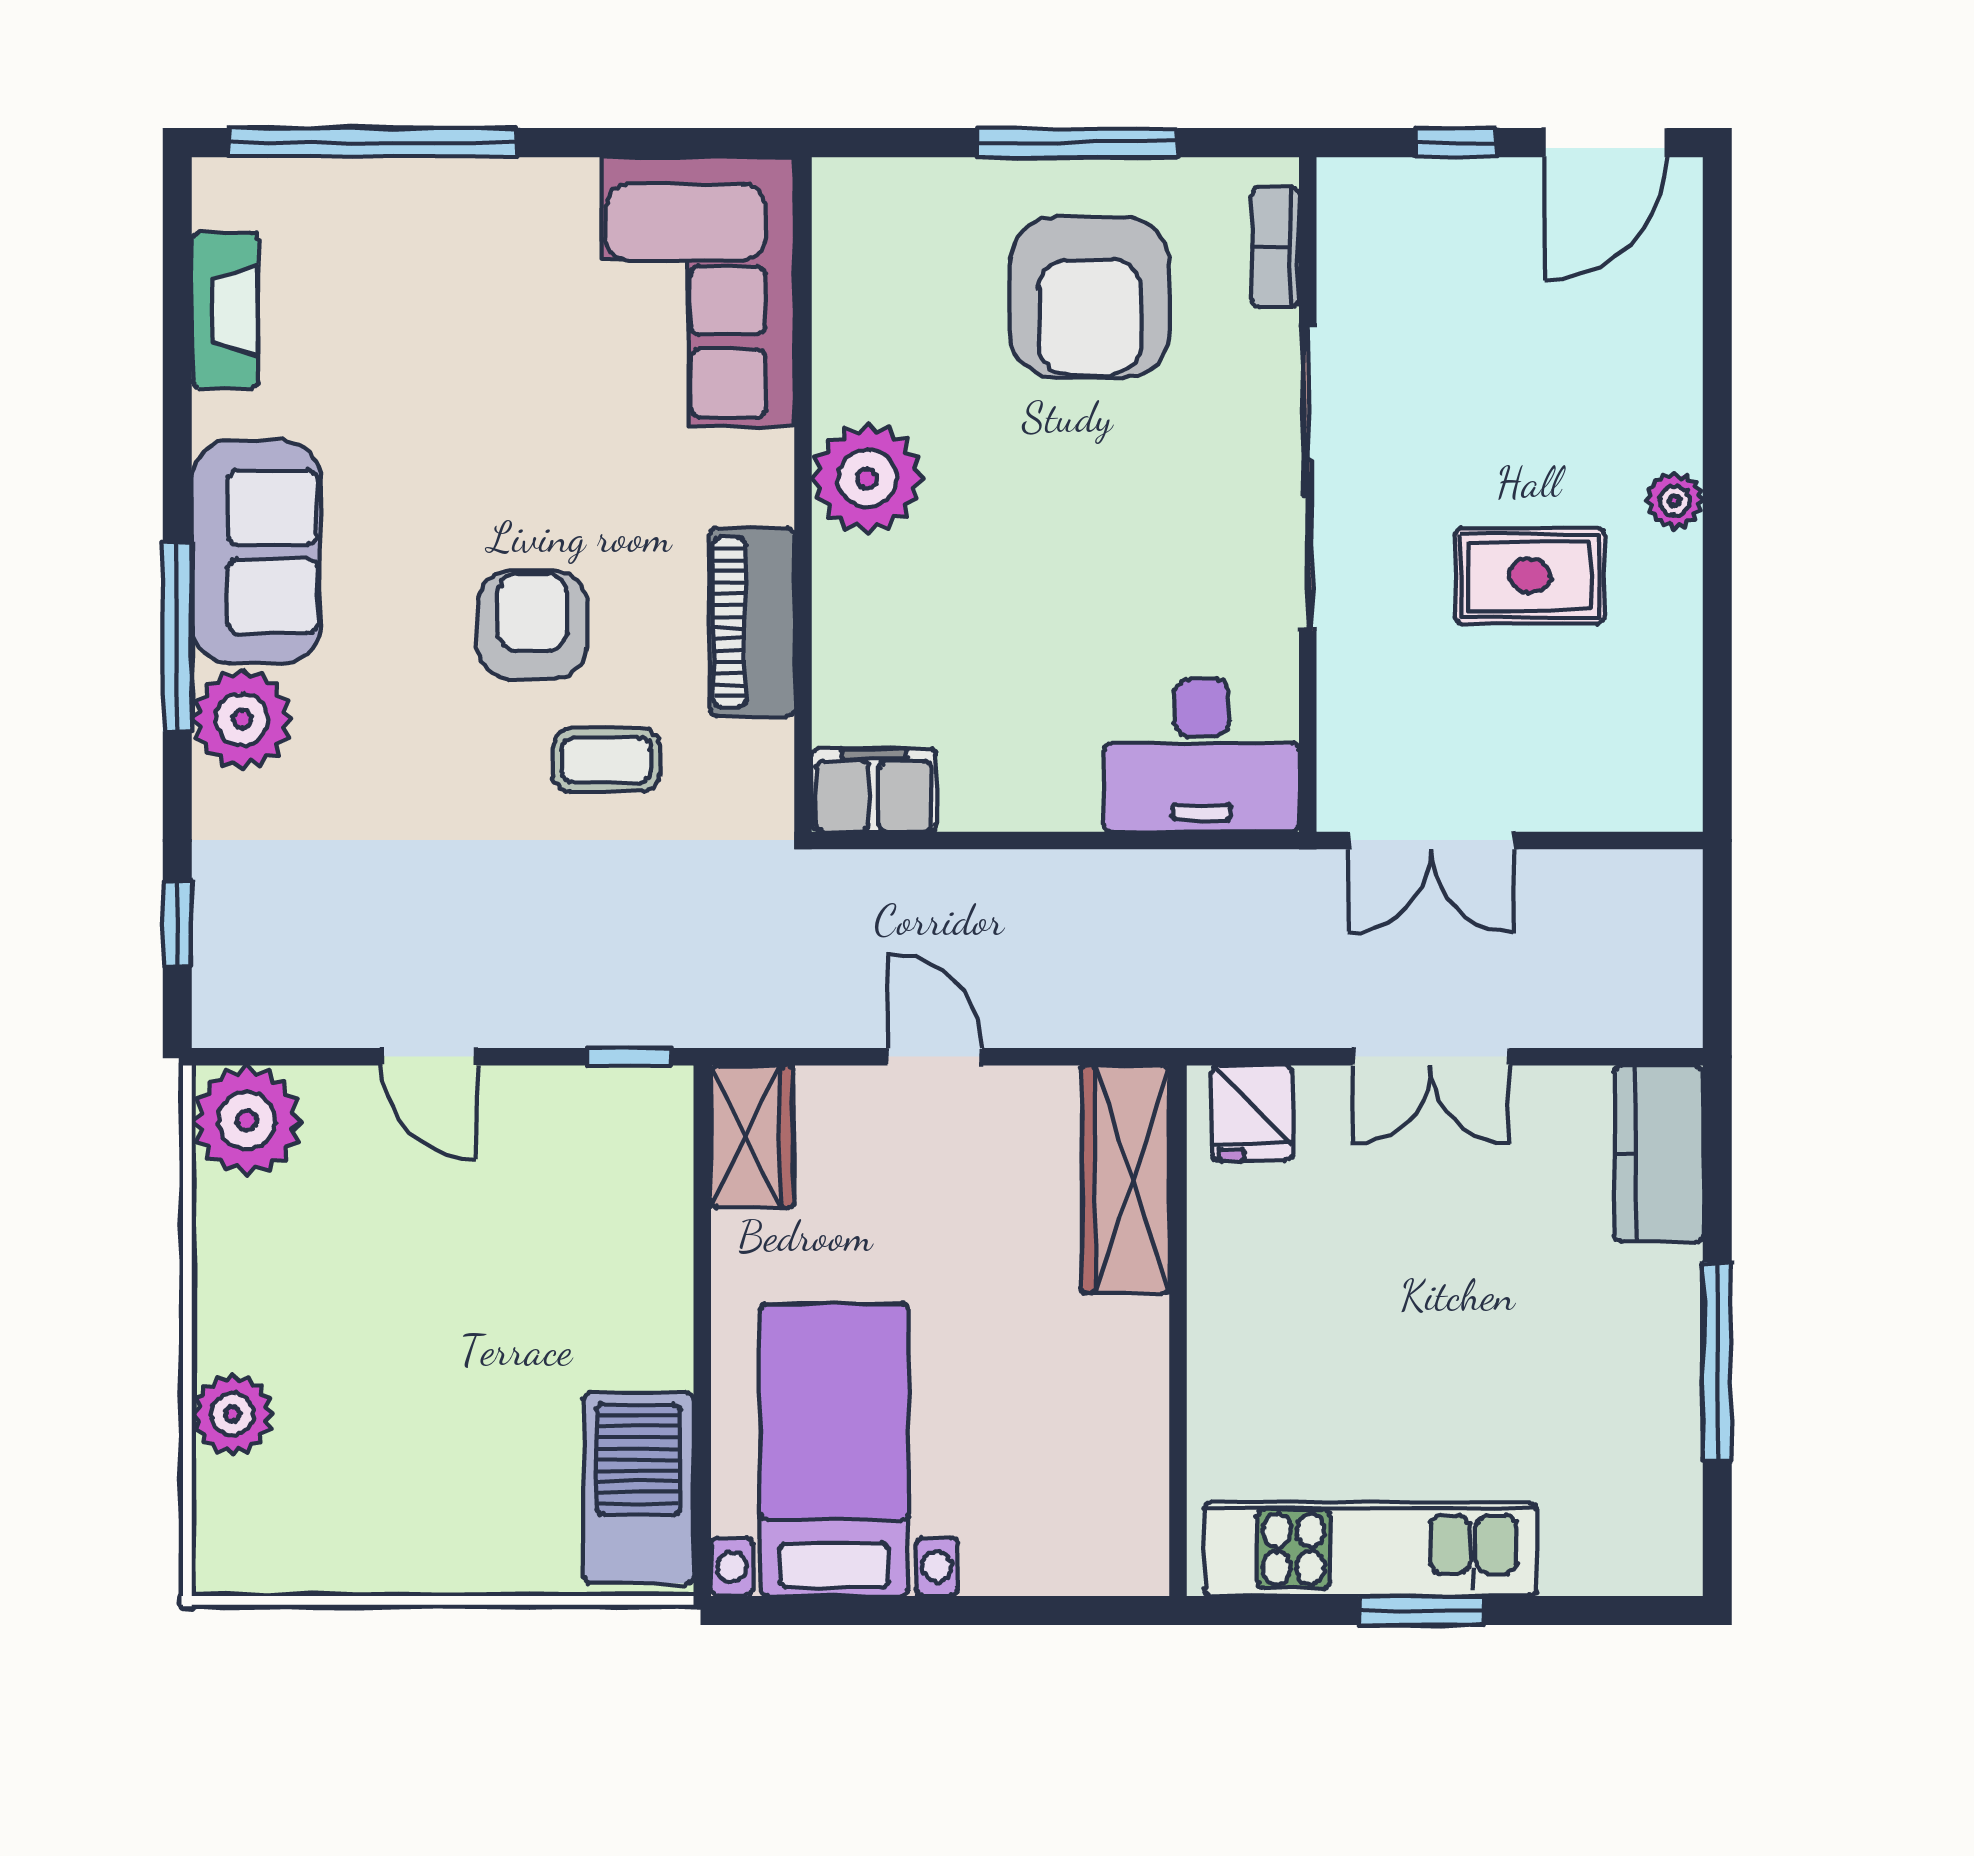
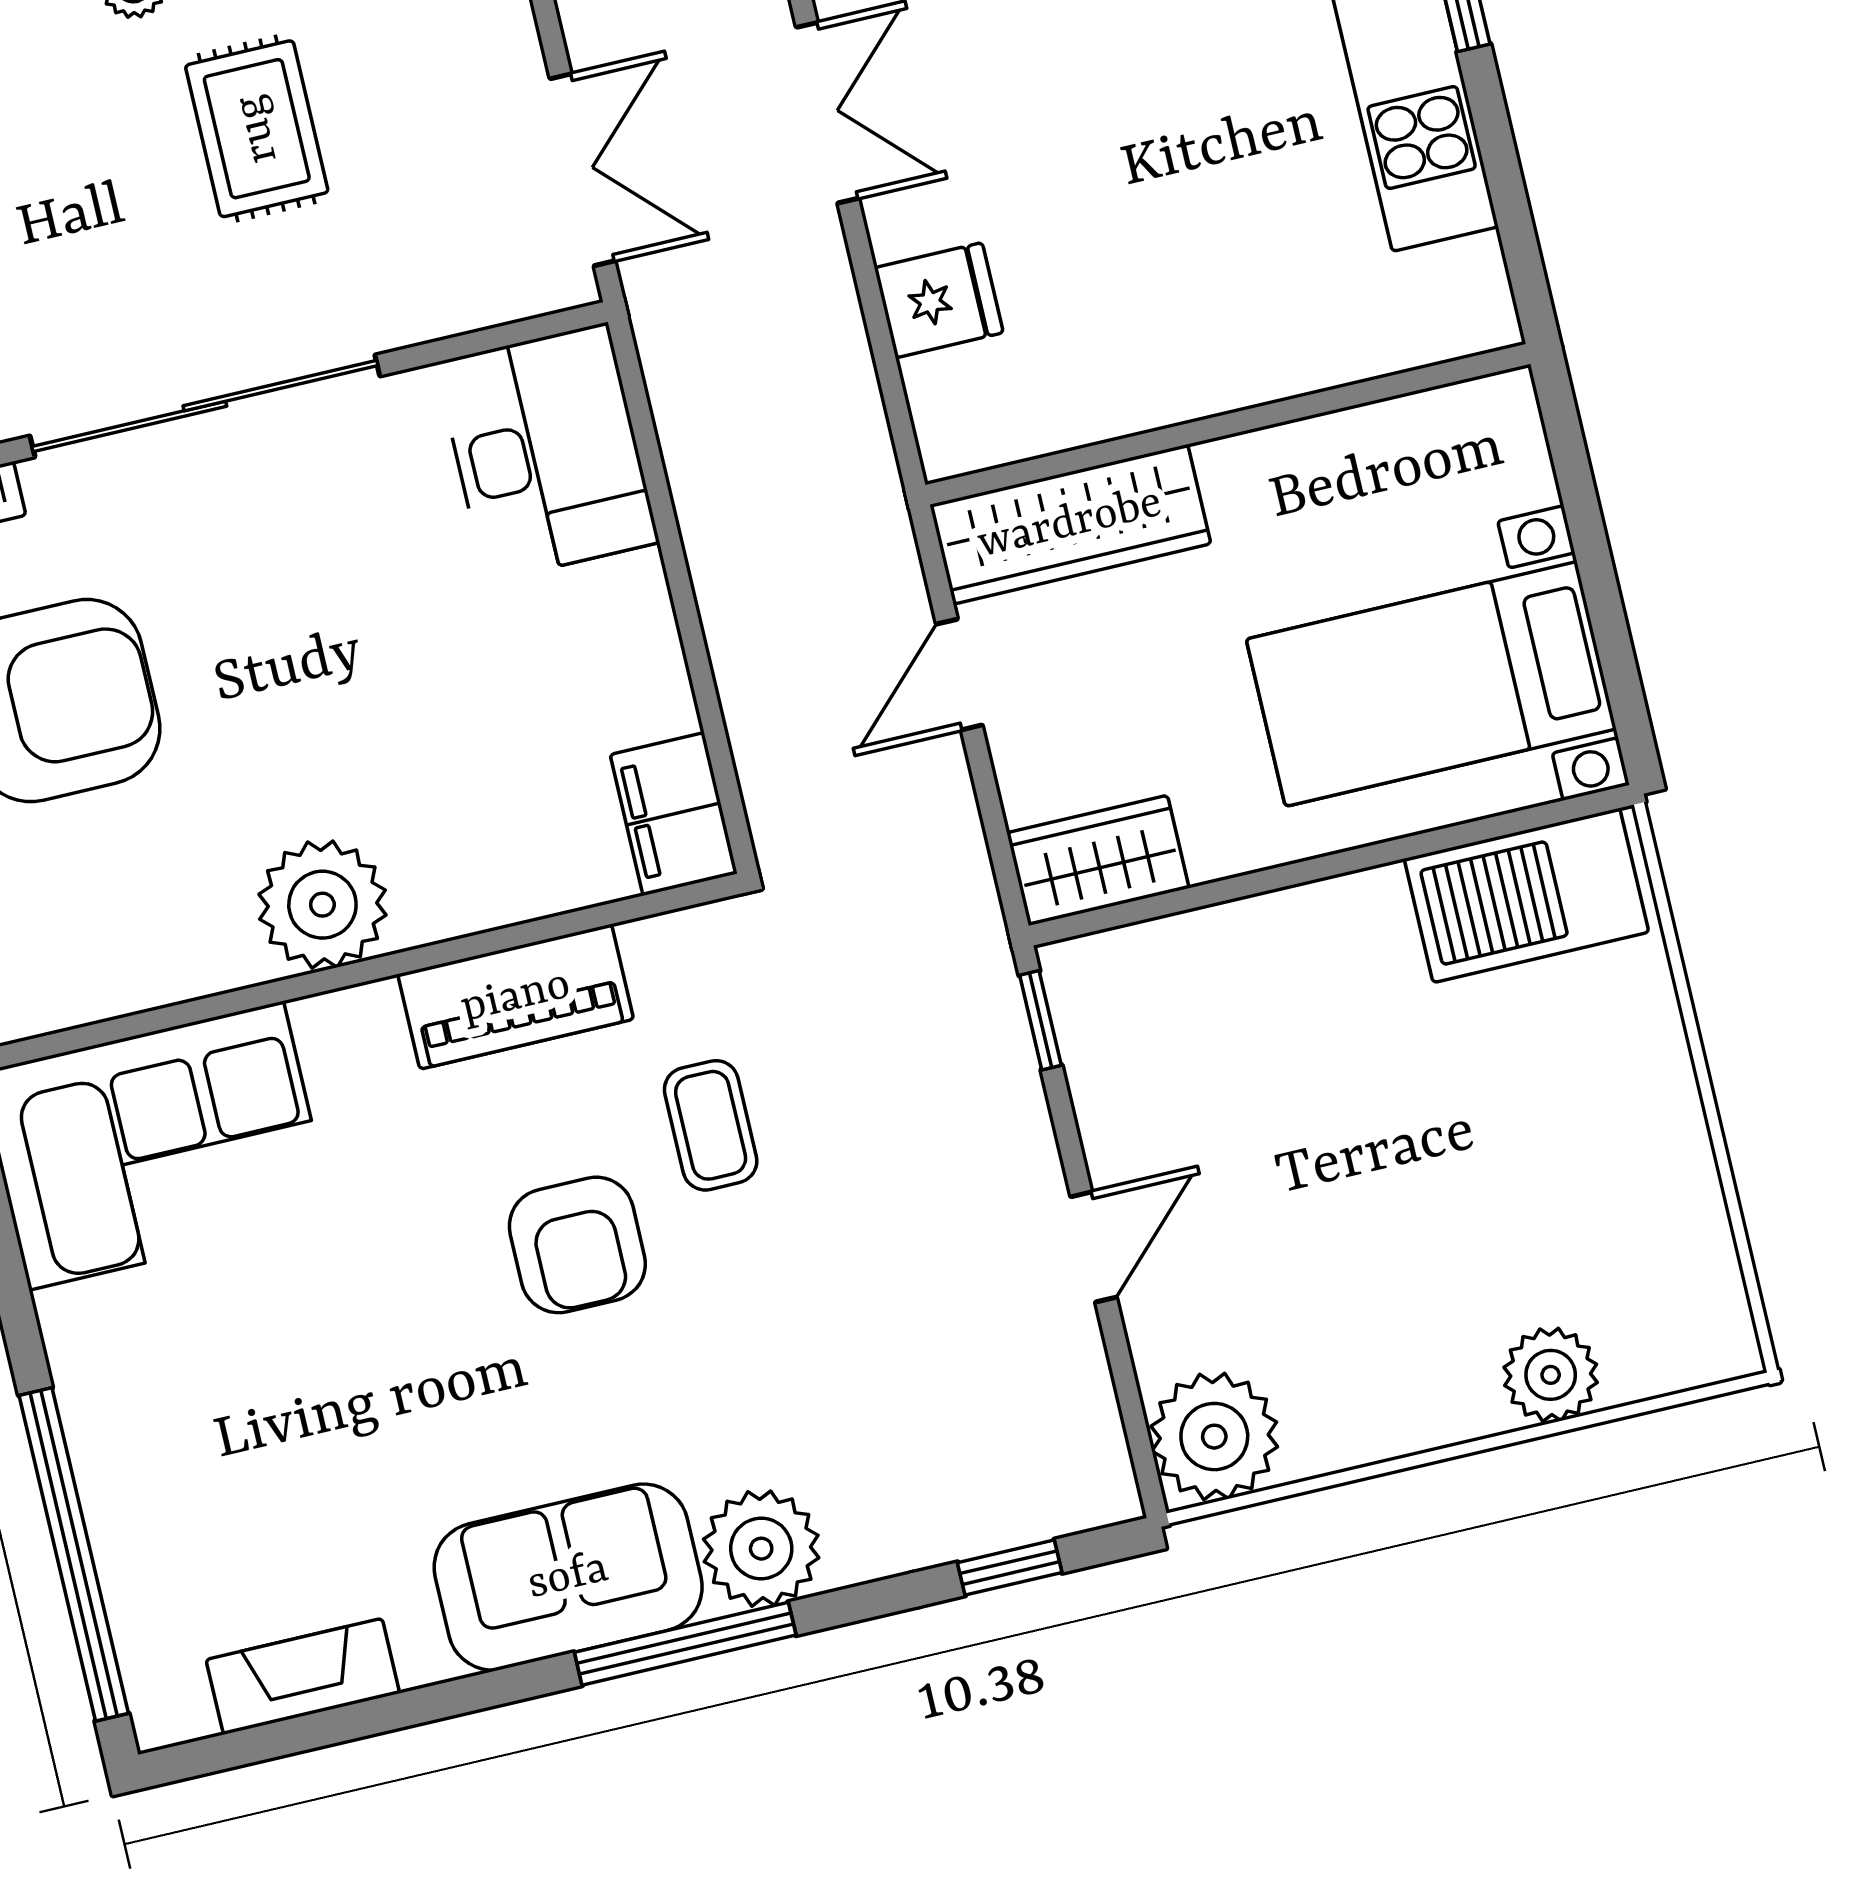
armchair: (532, 625) -> (577, 1245), turned -90
wardrobe: (1125, 1179) -> (1070, 524), moved
wall: (1178, 1331) -> (1228, 424), moved

